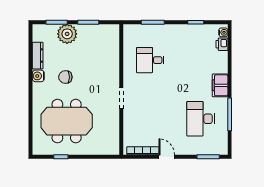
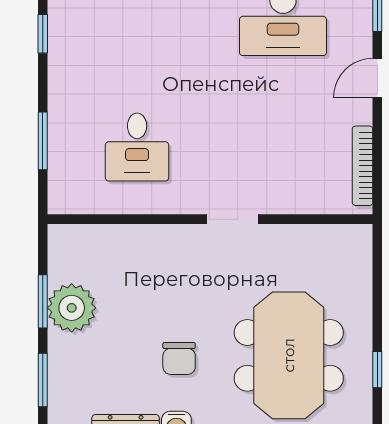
plant: (67, 34) -> (72, 308), moved
door: (167, 157) -> (377, 78), moved

